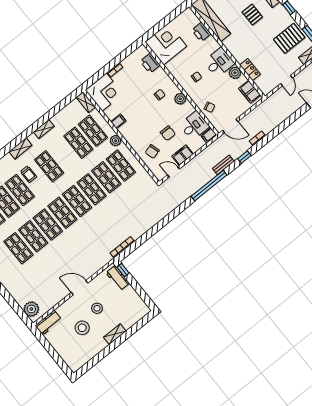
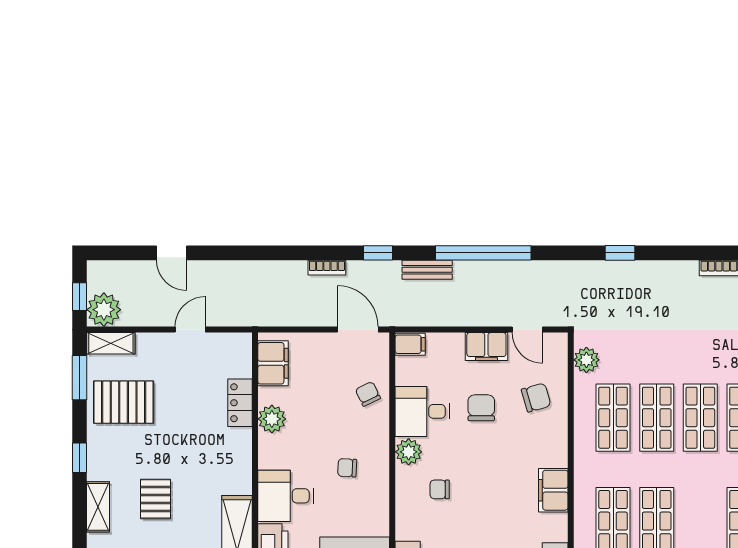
desk: (219, 63) -> (286, 496), moved
filing cabinet: (118, 121) -> (553, 490), width x2.00
desk: (194, 126) -> (422, 411), moved
plant: (116, 141) -> (586, 360), moved
window: (163, 223) -> (620, 253), added

